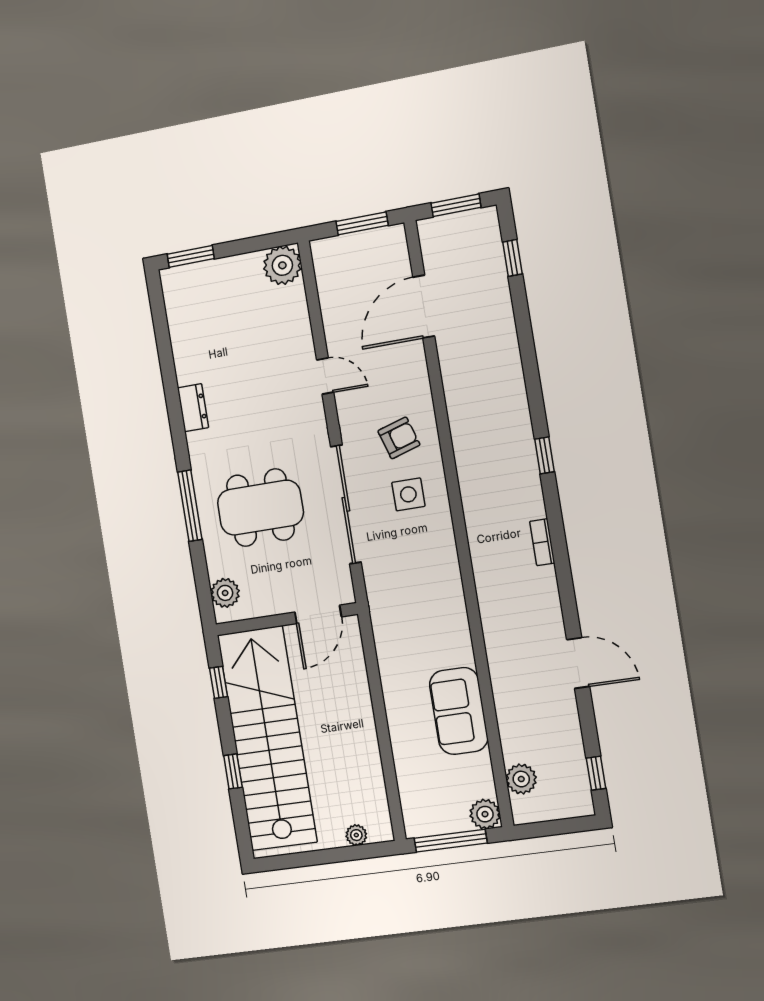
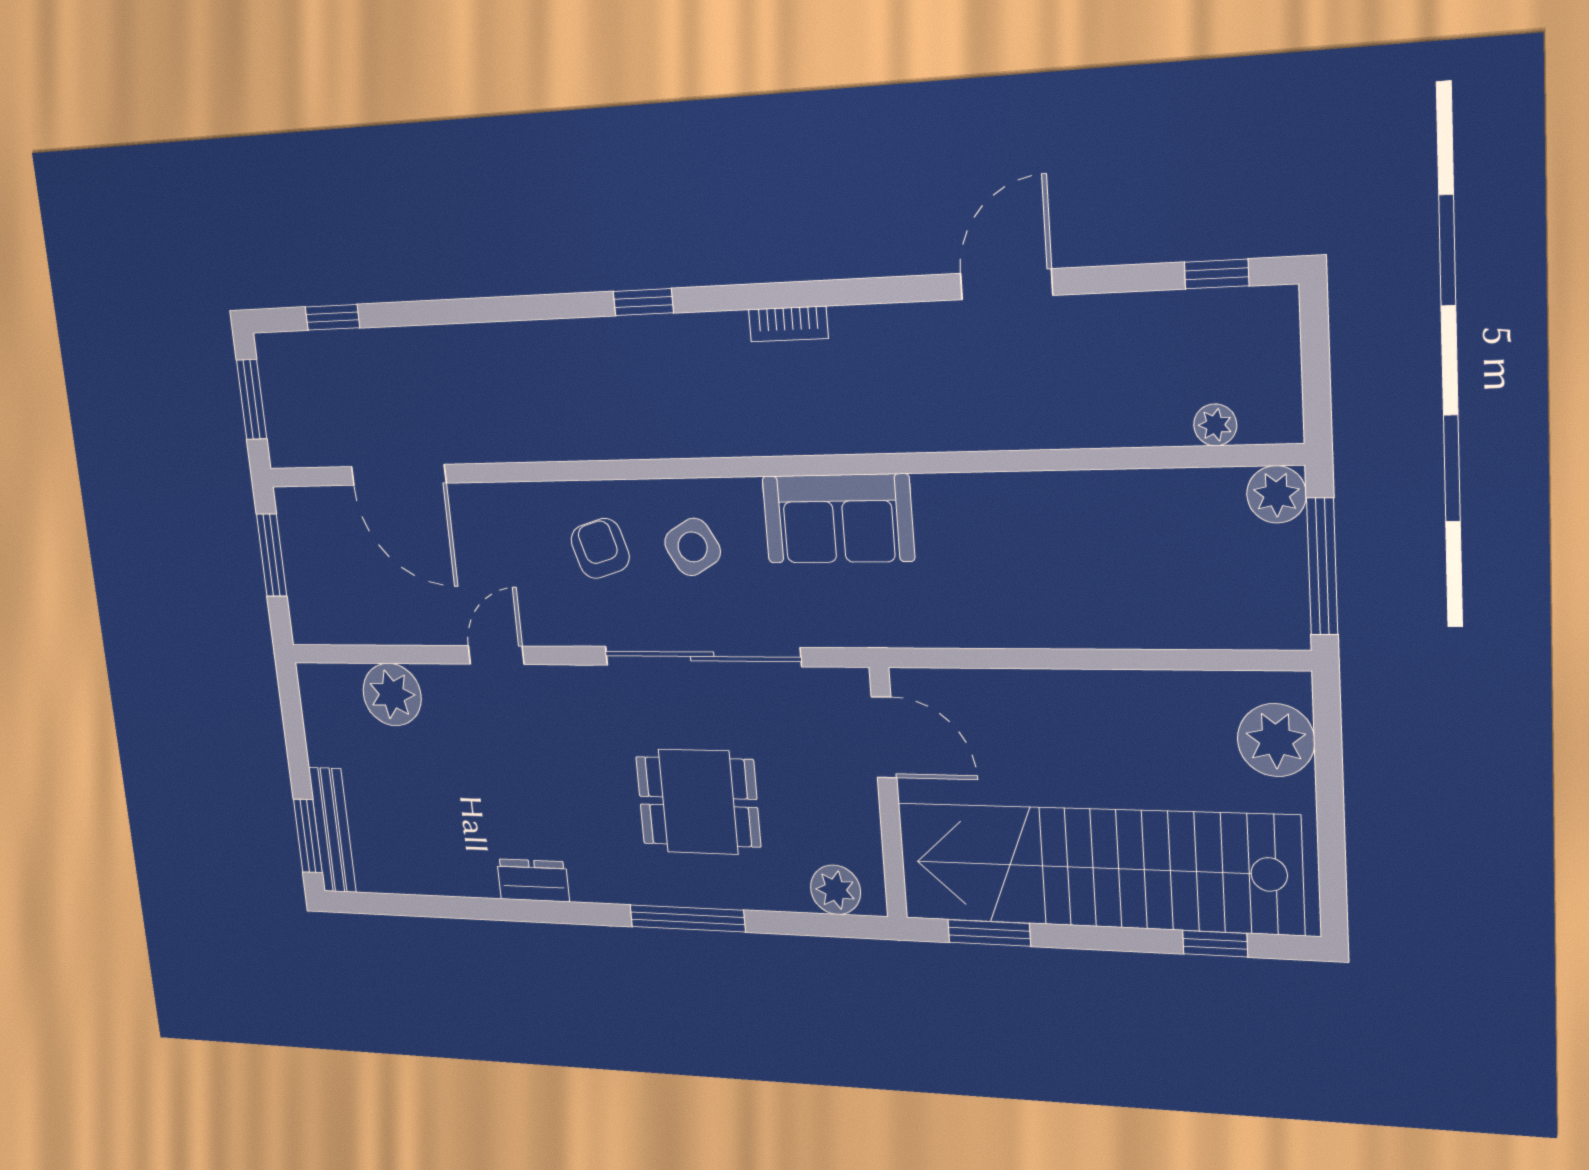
plant: (282, 265) -> (392, 695), moved
bench: (198, 273) -> (332, 830), added
side table: (408, 494) -> (693, 547), turned -30
dining table: (260, 508) -> (698, 802), width x0.73
window: (219, 682) -> (989, 933), width x1.50
sofa: (459, 711) -> (838, 519), moved
window: (233, 771) -> (1215, 944), moved
plant: (521, 779) -> (1215, 425), width x0.73, depth x0.73
plant: (356, 835) -> (1276, 740), width x1.88, depth x1.88

